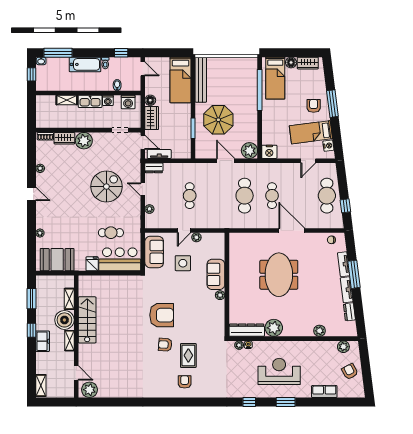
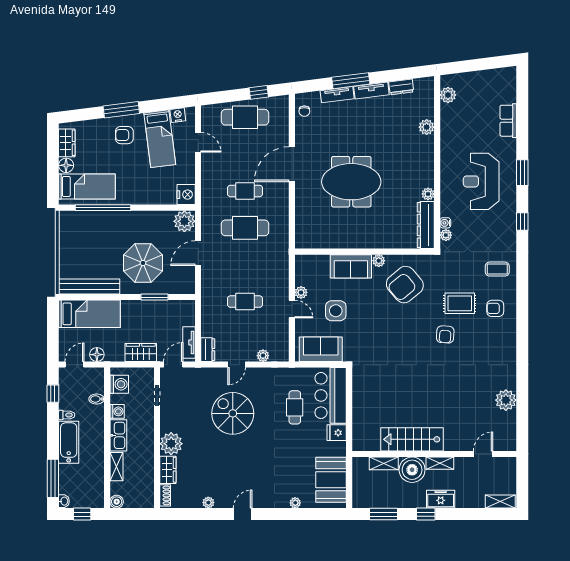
boiler: (41, 100) -> (117, 502), added
floor lamp: (150, 100) -> (97, 355), moved
armchair: (162, 315) -> (405, 285), moved, turned -130
plant: (274, 328) -> (428, 194), width x0.53, depth x0.53
armchair: (350, 371) -> (481, 86), removed
coffee table: (214, 383) -> (497, 269), added
plant: (90, 390) -> (506, 400), moved

